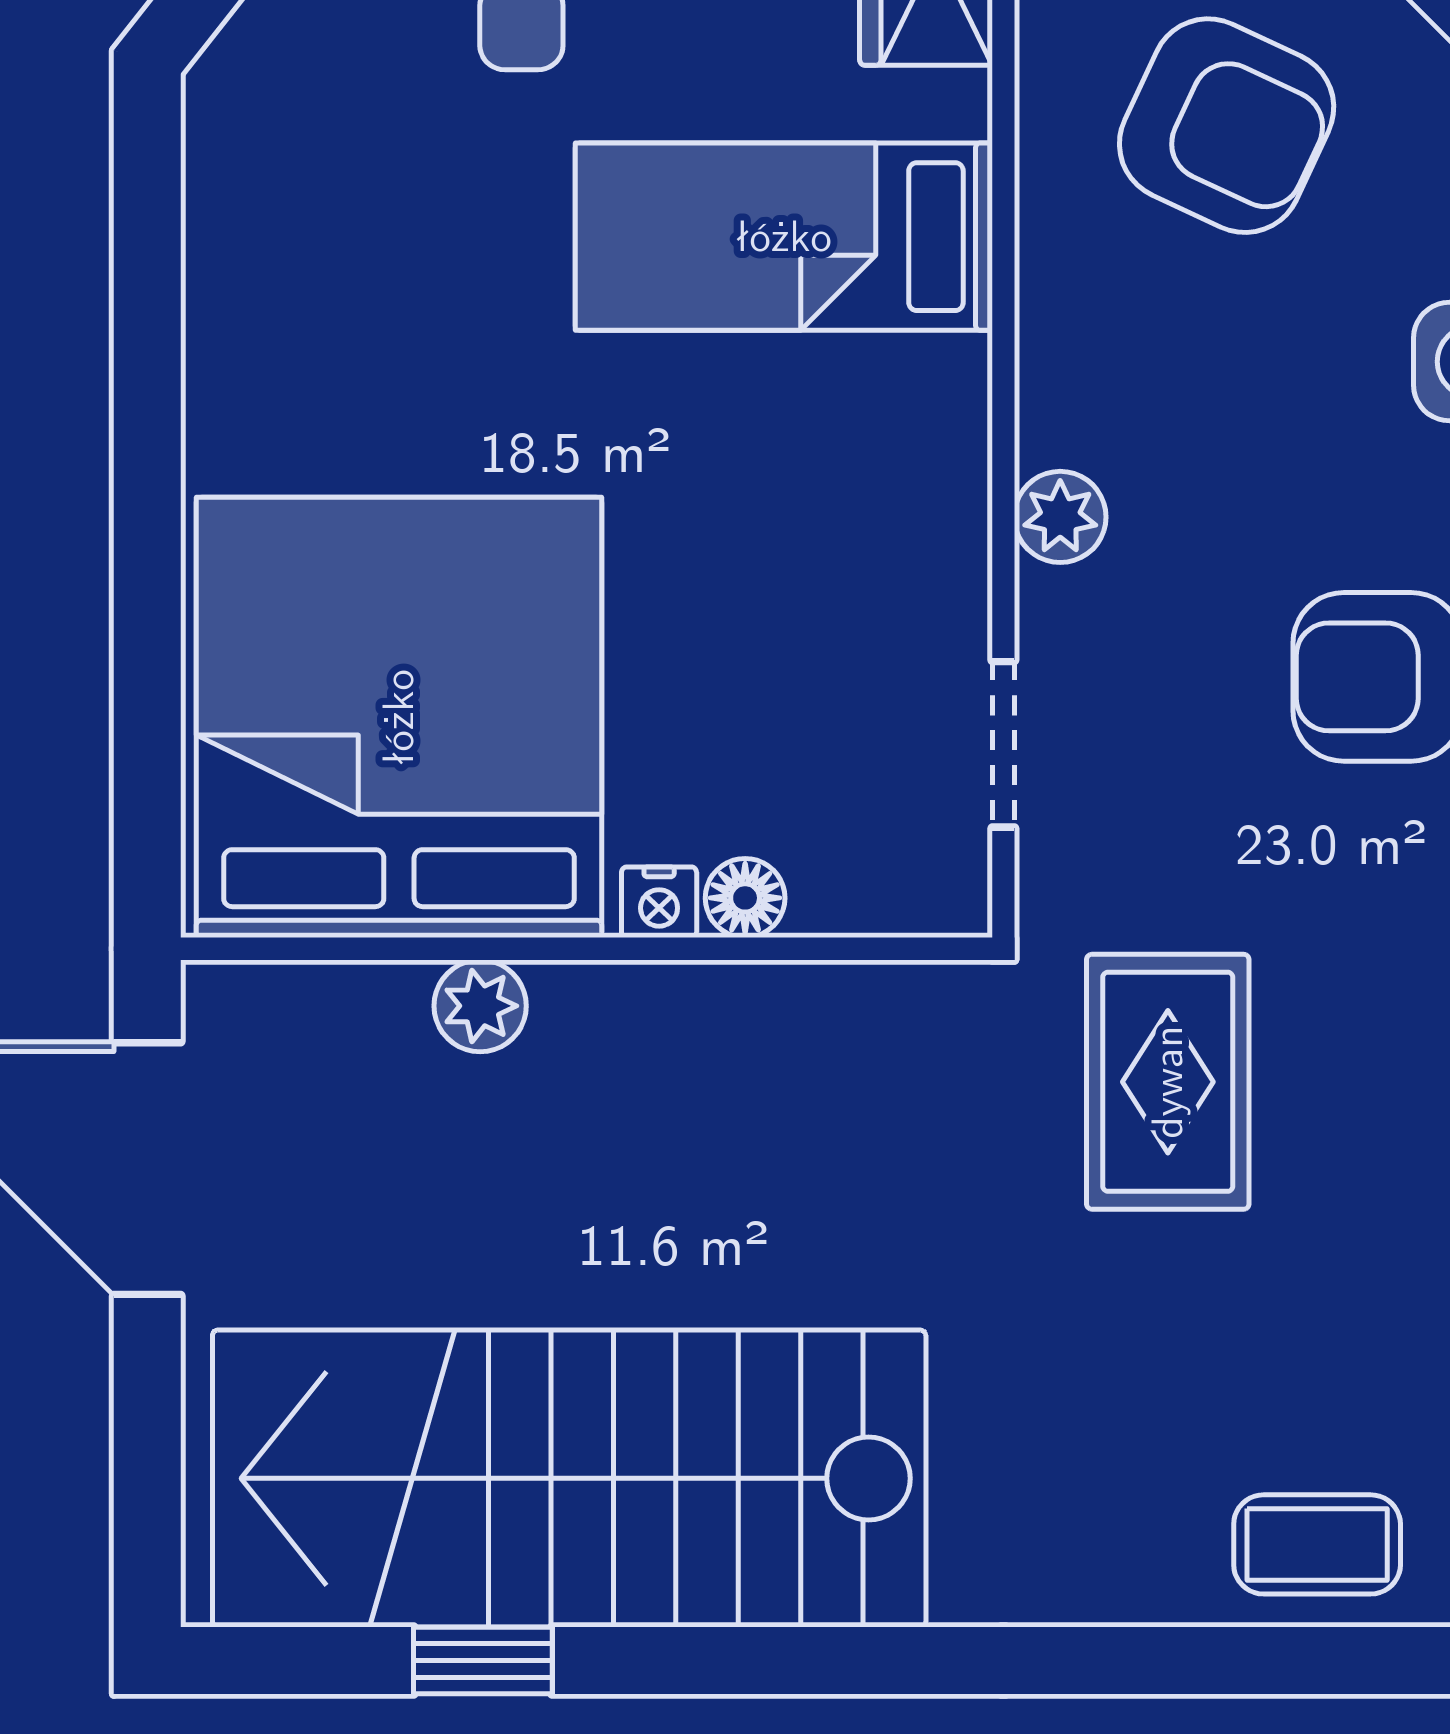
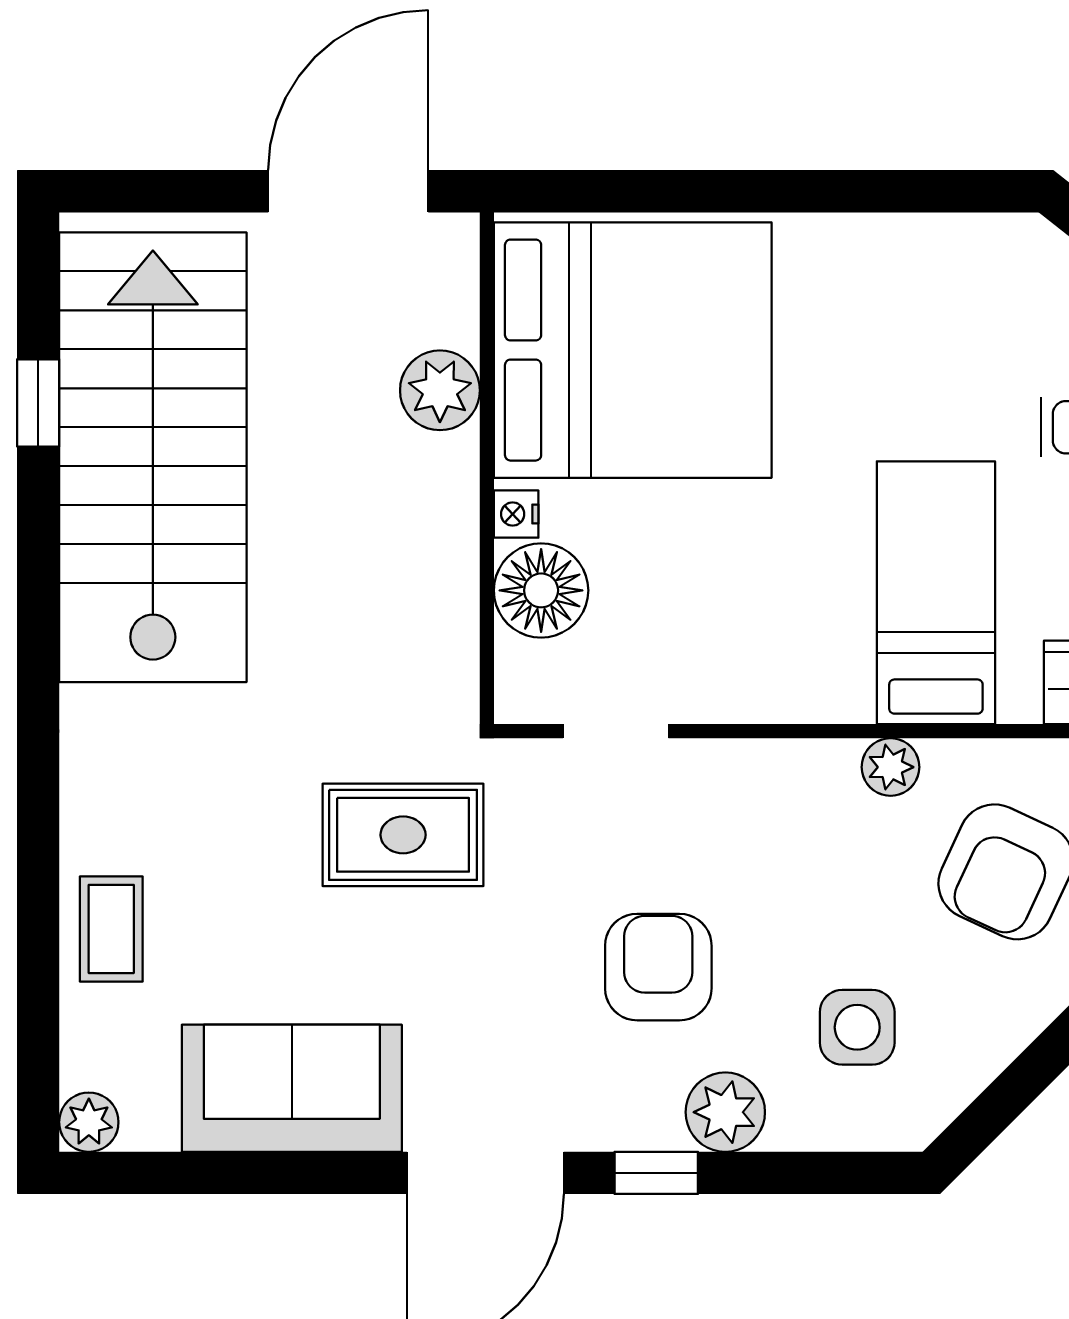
plant: (1060, 517) -> (891, 767), moved
floor lamp: (745, 898) -> (541, 590), width x1.89, depth x1.89
plant: (480, 1006) -> (440, 390), width x1.38, depth x1.38

